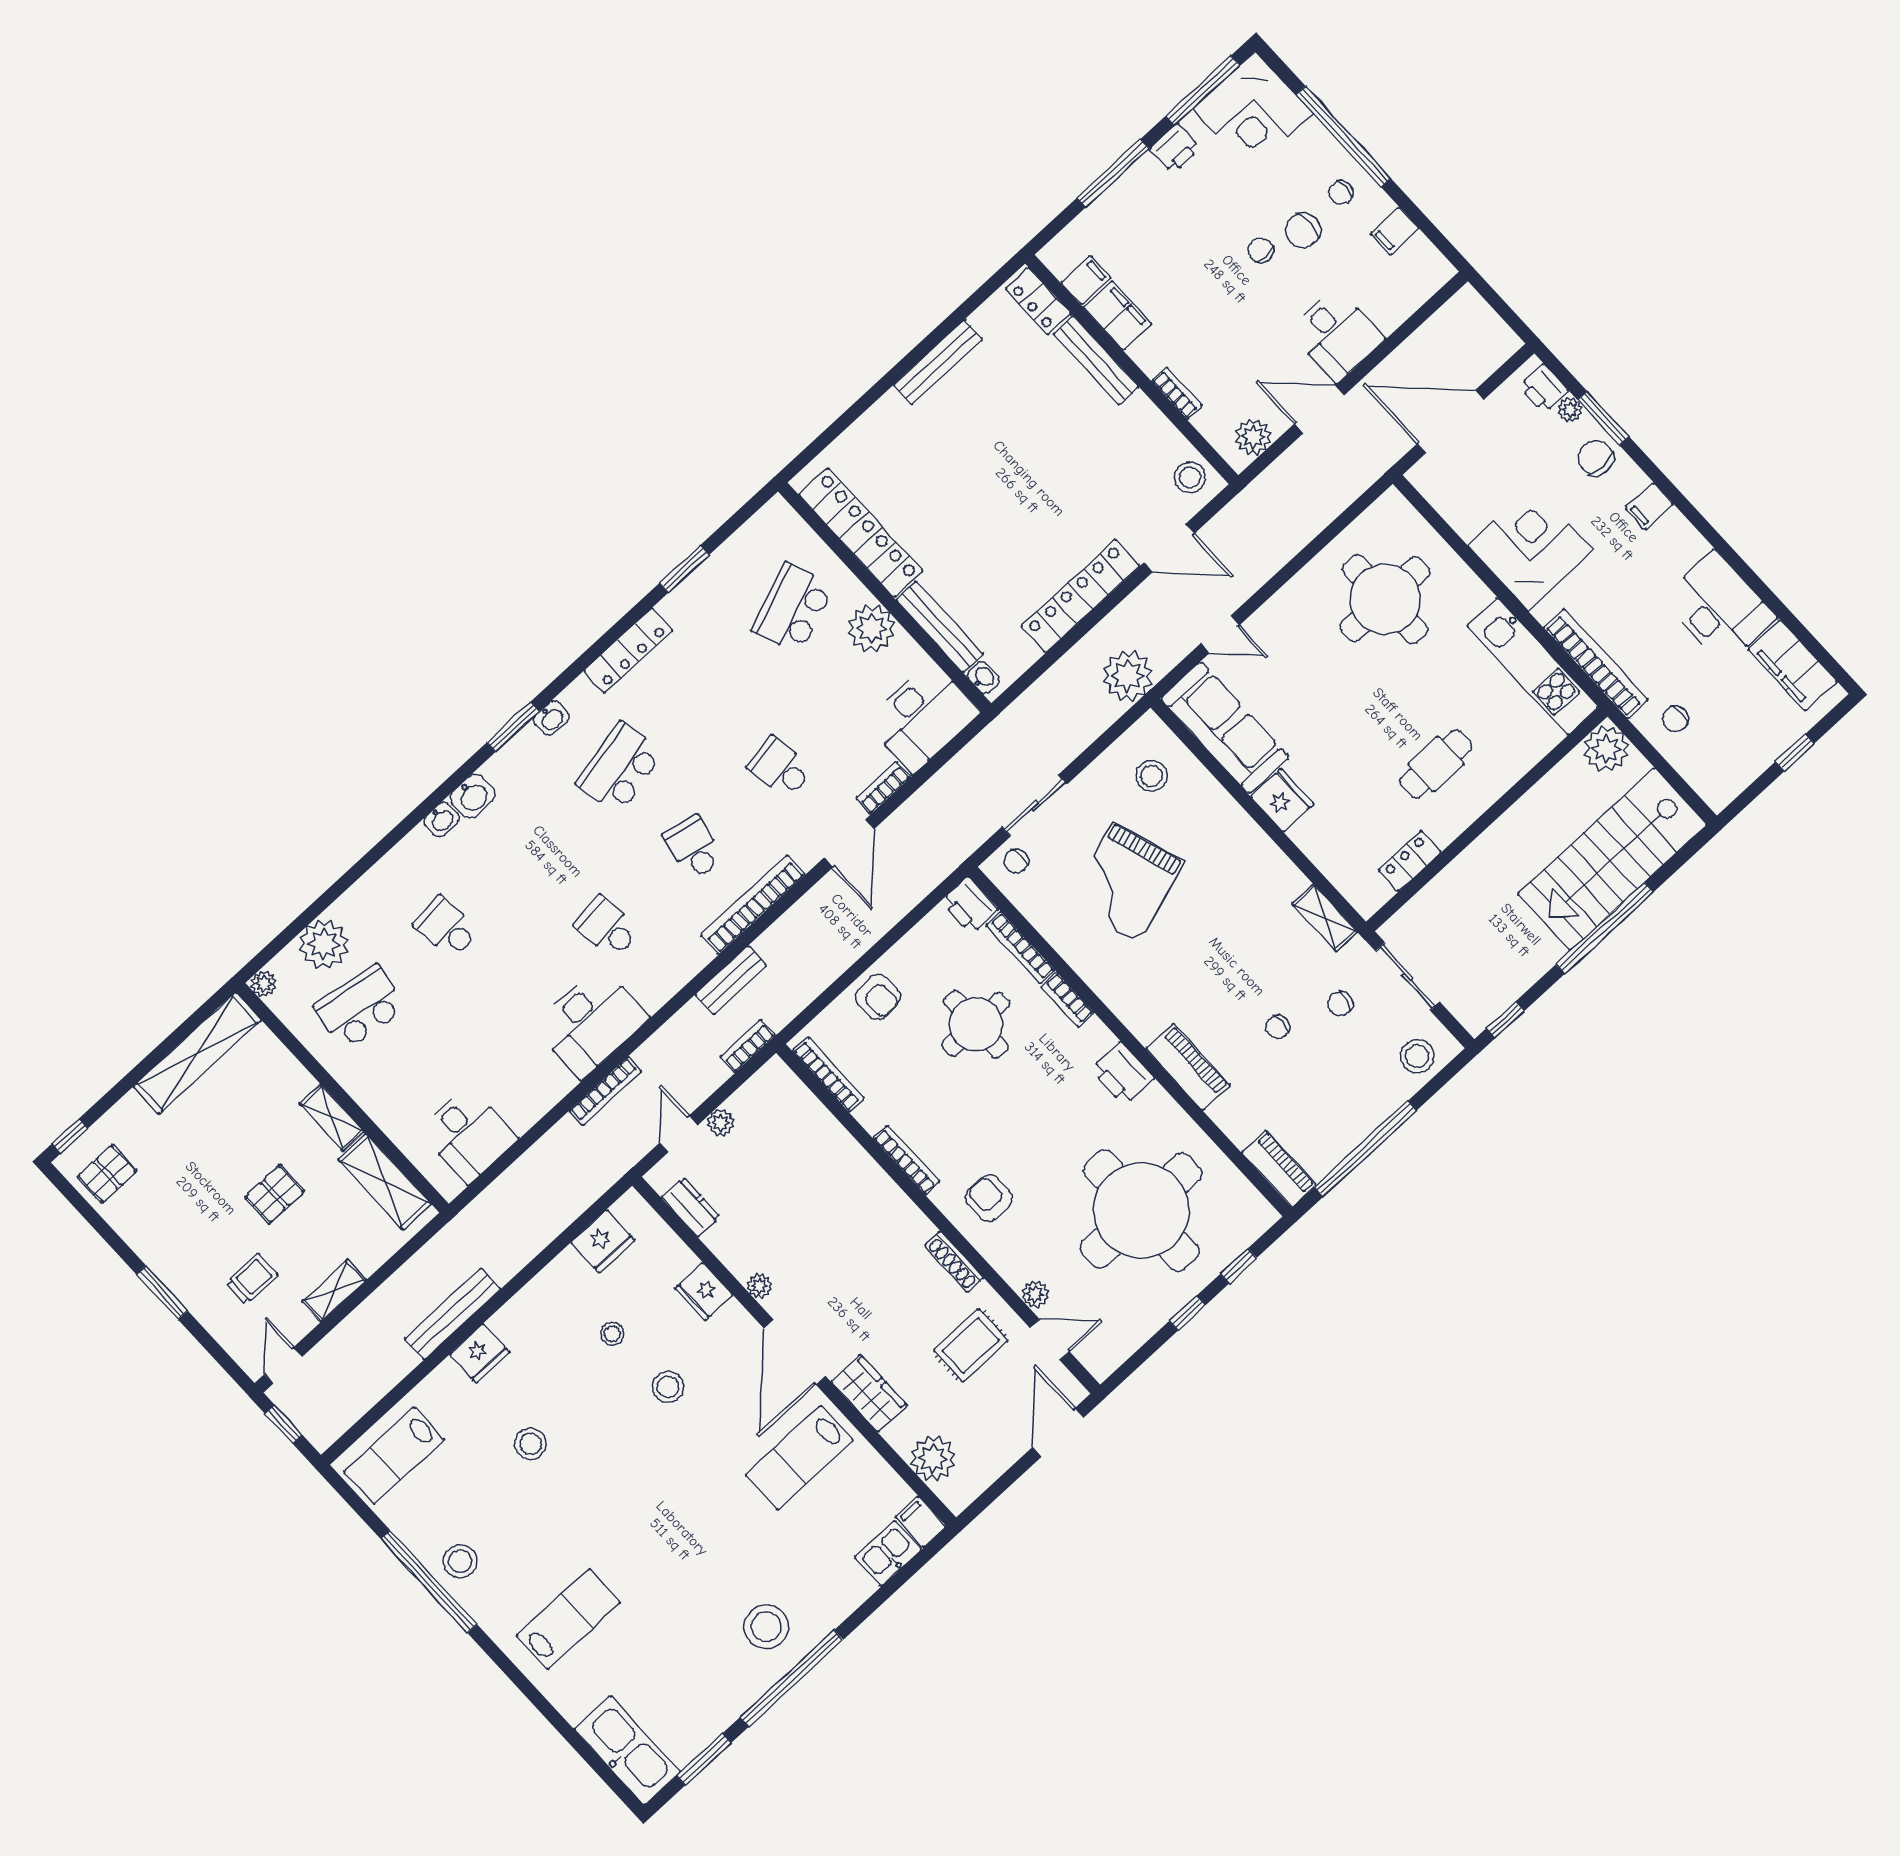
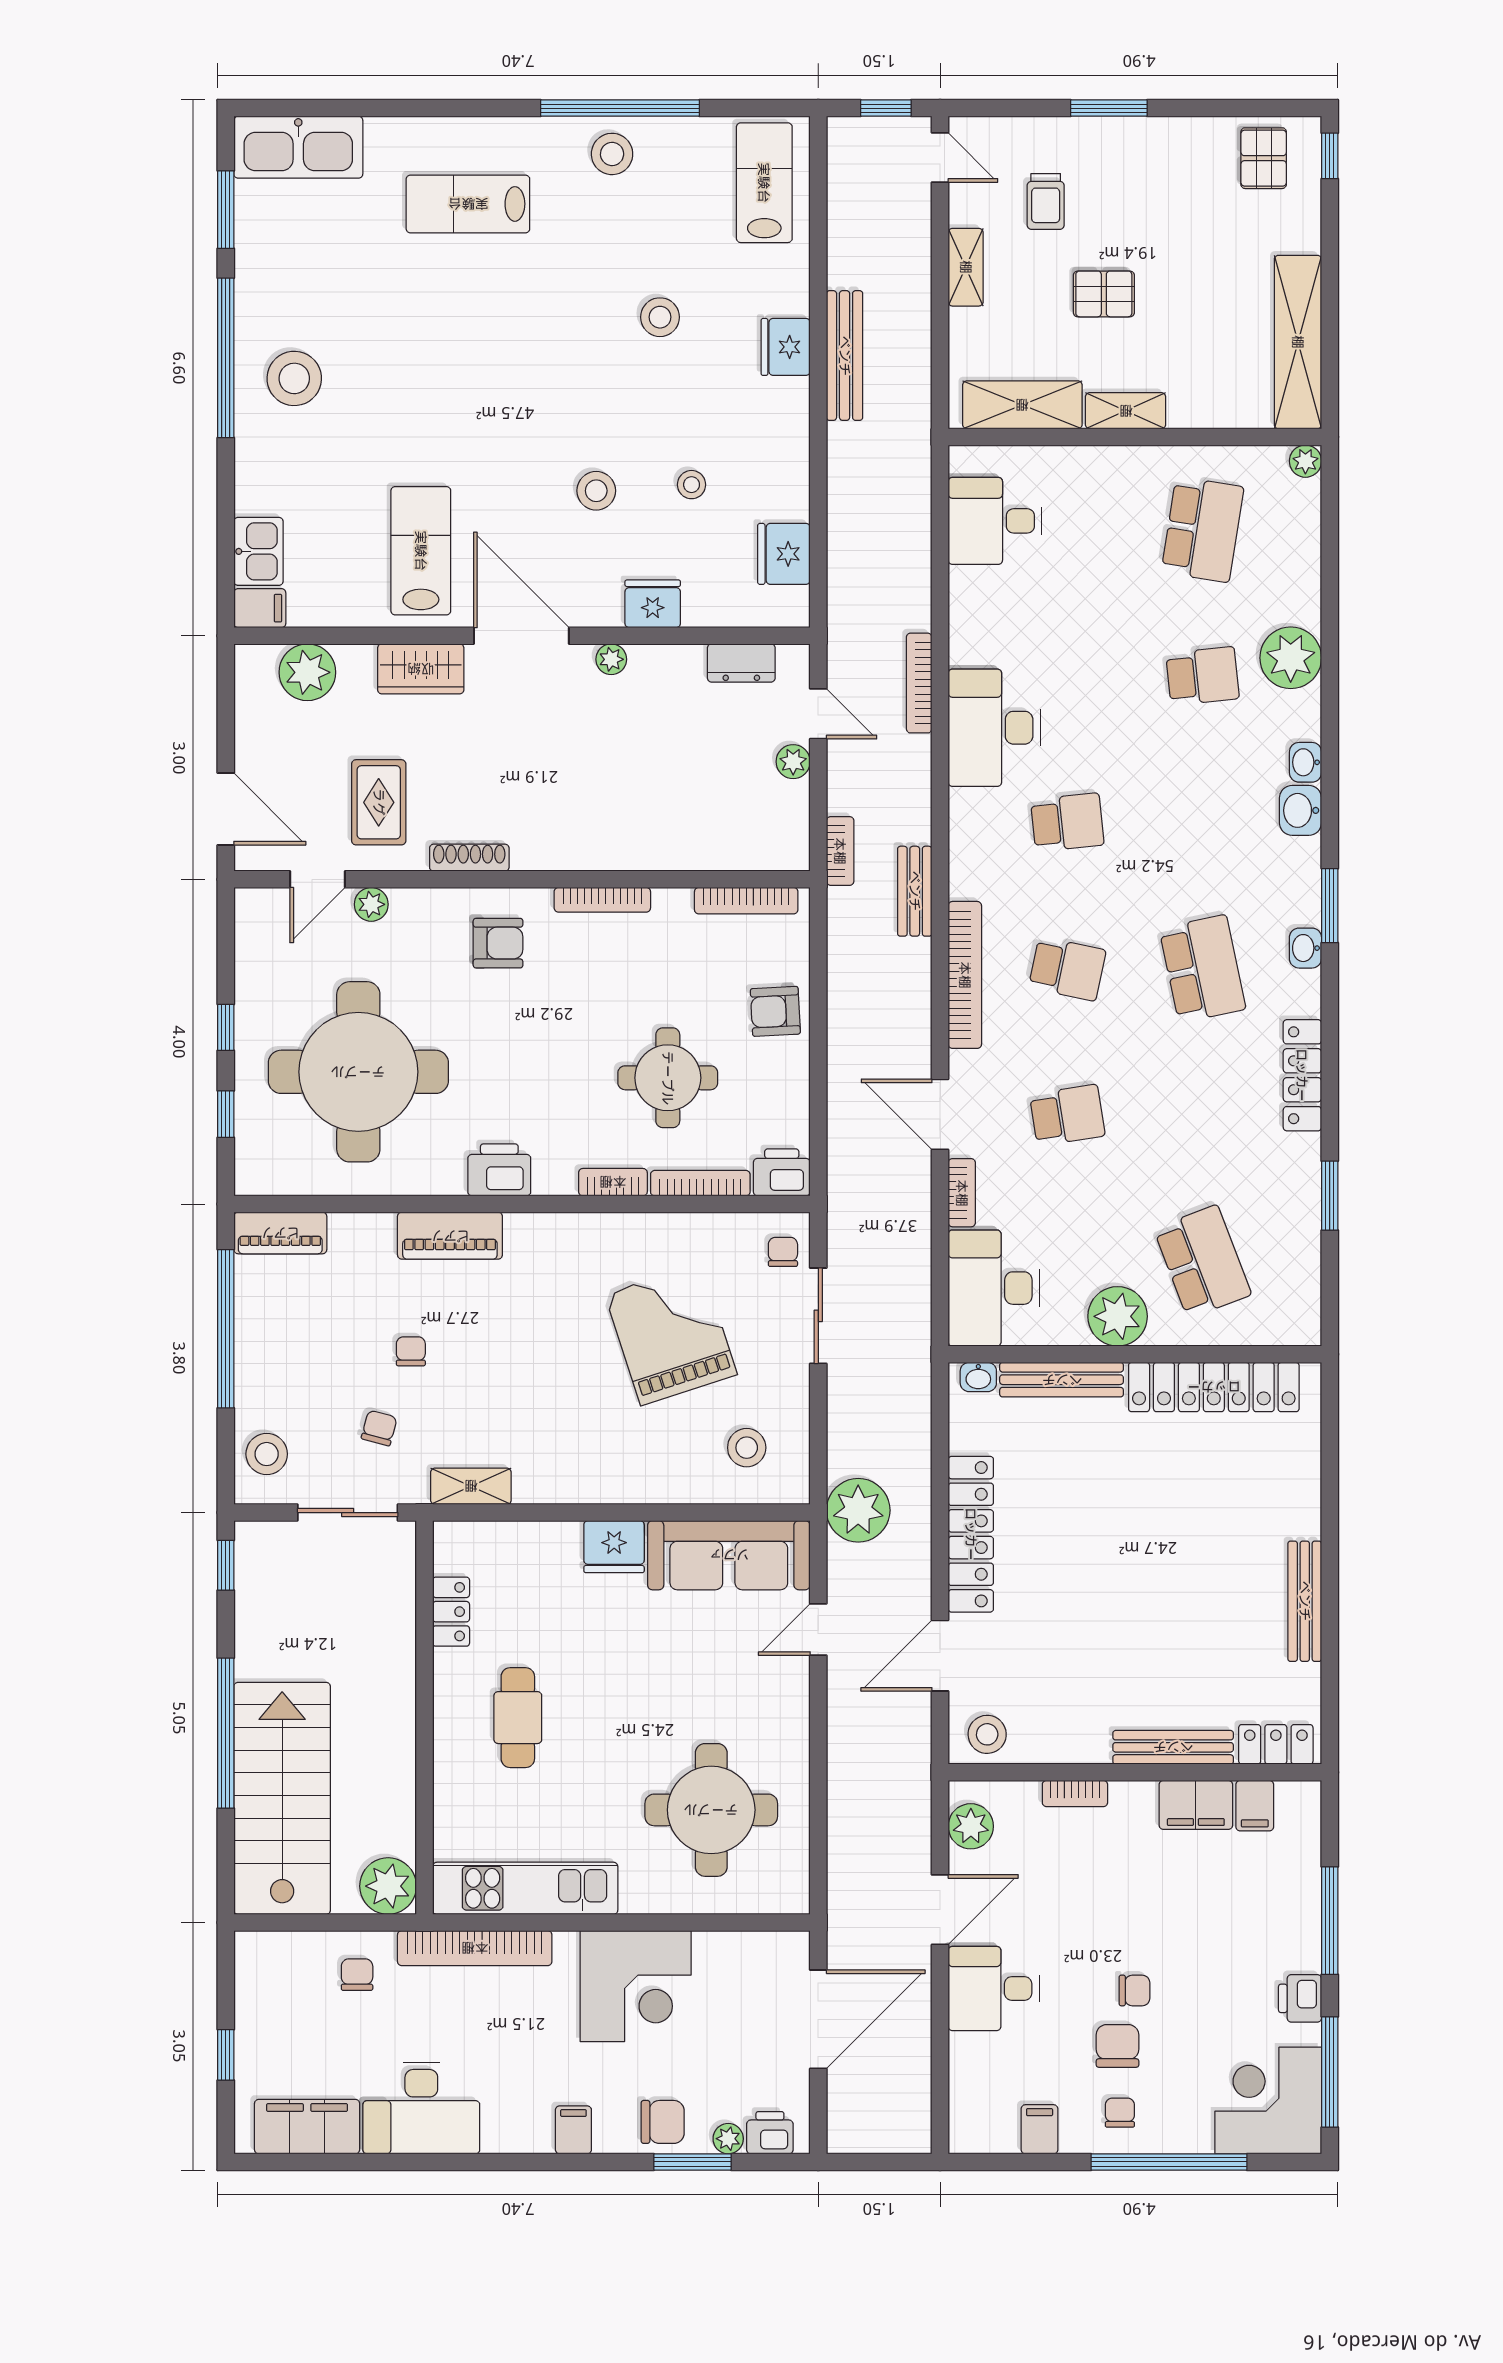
plant: (324, 944) -> (1291, 658), moved
pallet: (275, 1194) -> (1104, 294), turned 90
lab bench: (568, 1619) -> (468, 204), turned 90

